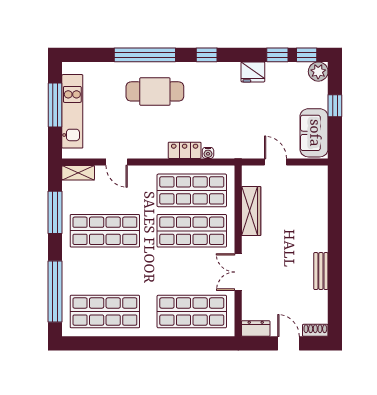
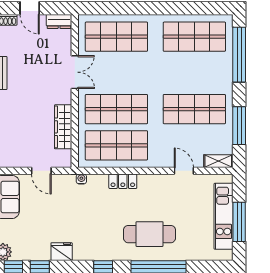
water cooler: (208, 153) -> (81, 179), moved

